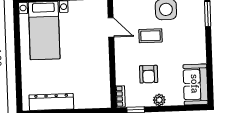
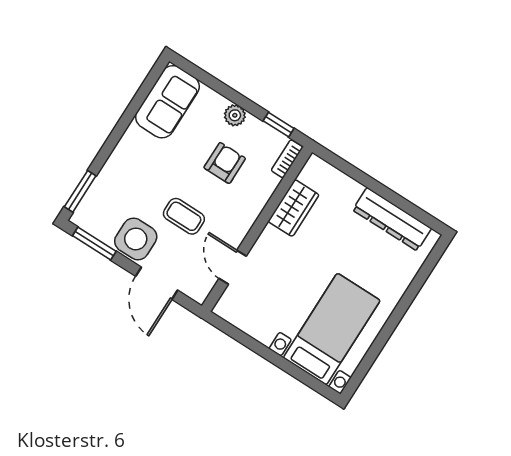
wardrobe: (101, 75) -> (294, 208), added

